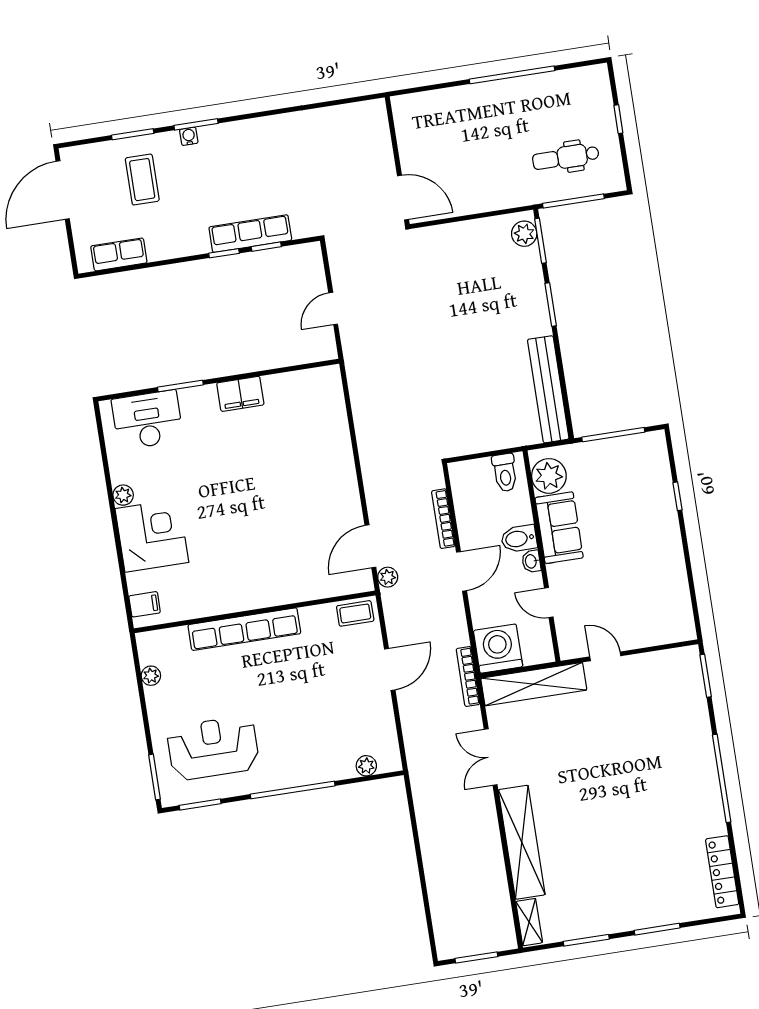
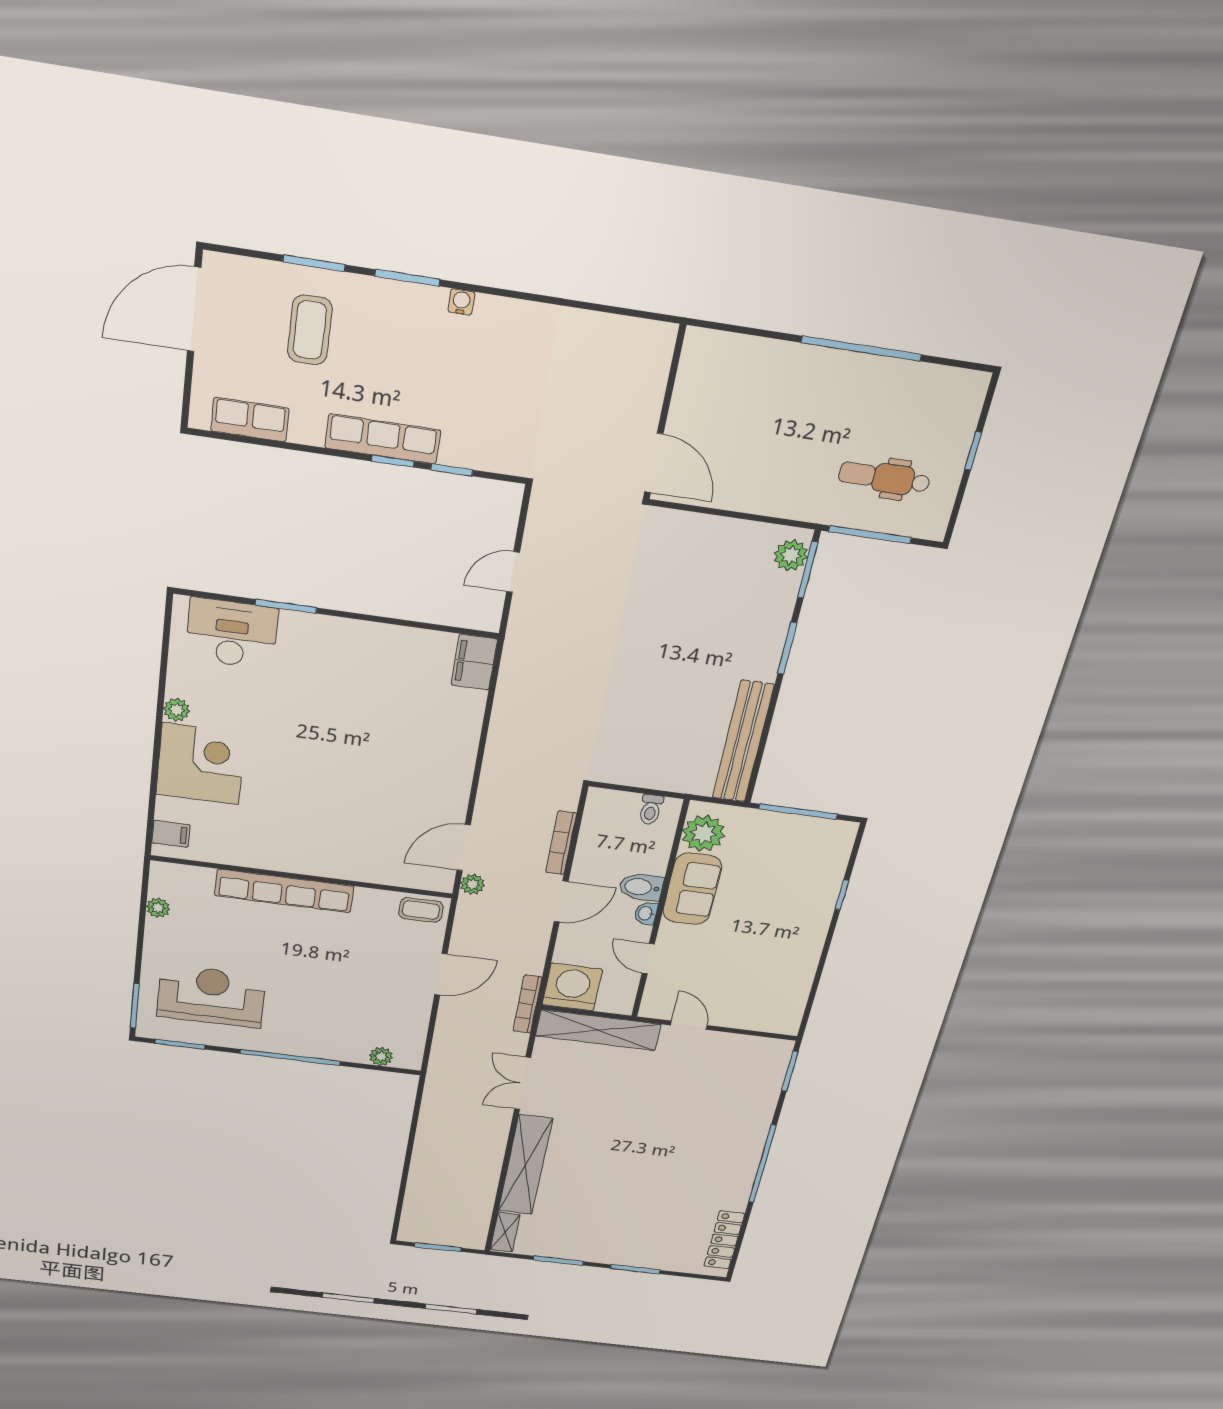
water cooler: (189, 136) -> (461, 302), moved
row of seats: (250, 234) -> (383, 439), moved
filing cabinet: (240, 394) -> (474, 662), moved, turned 90
toilet: (505, 473) -> (651, 809), width x0.73, depth x0.72

